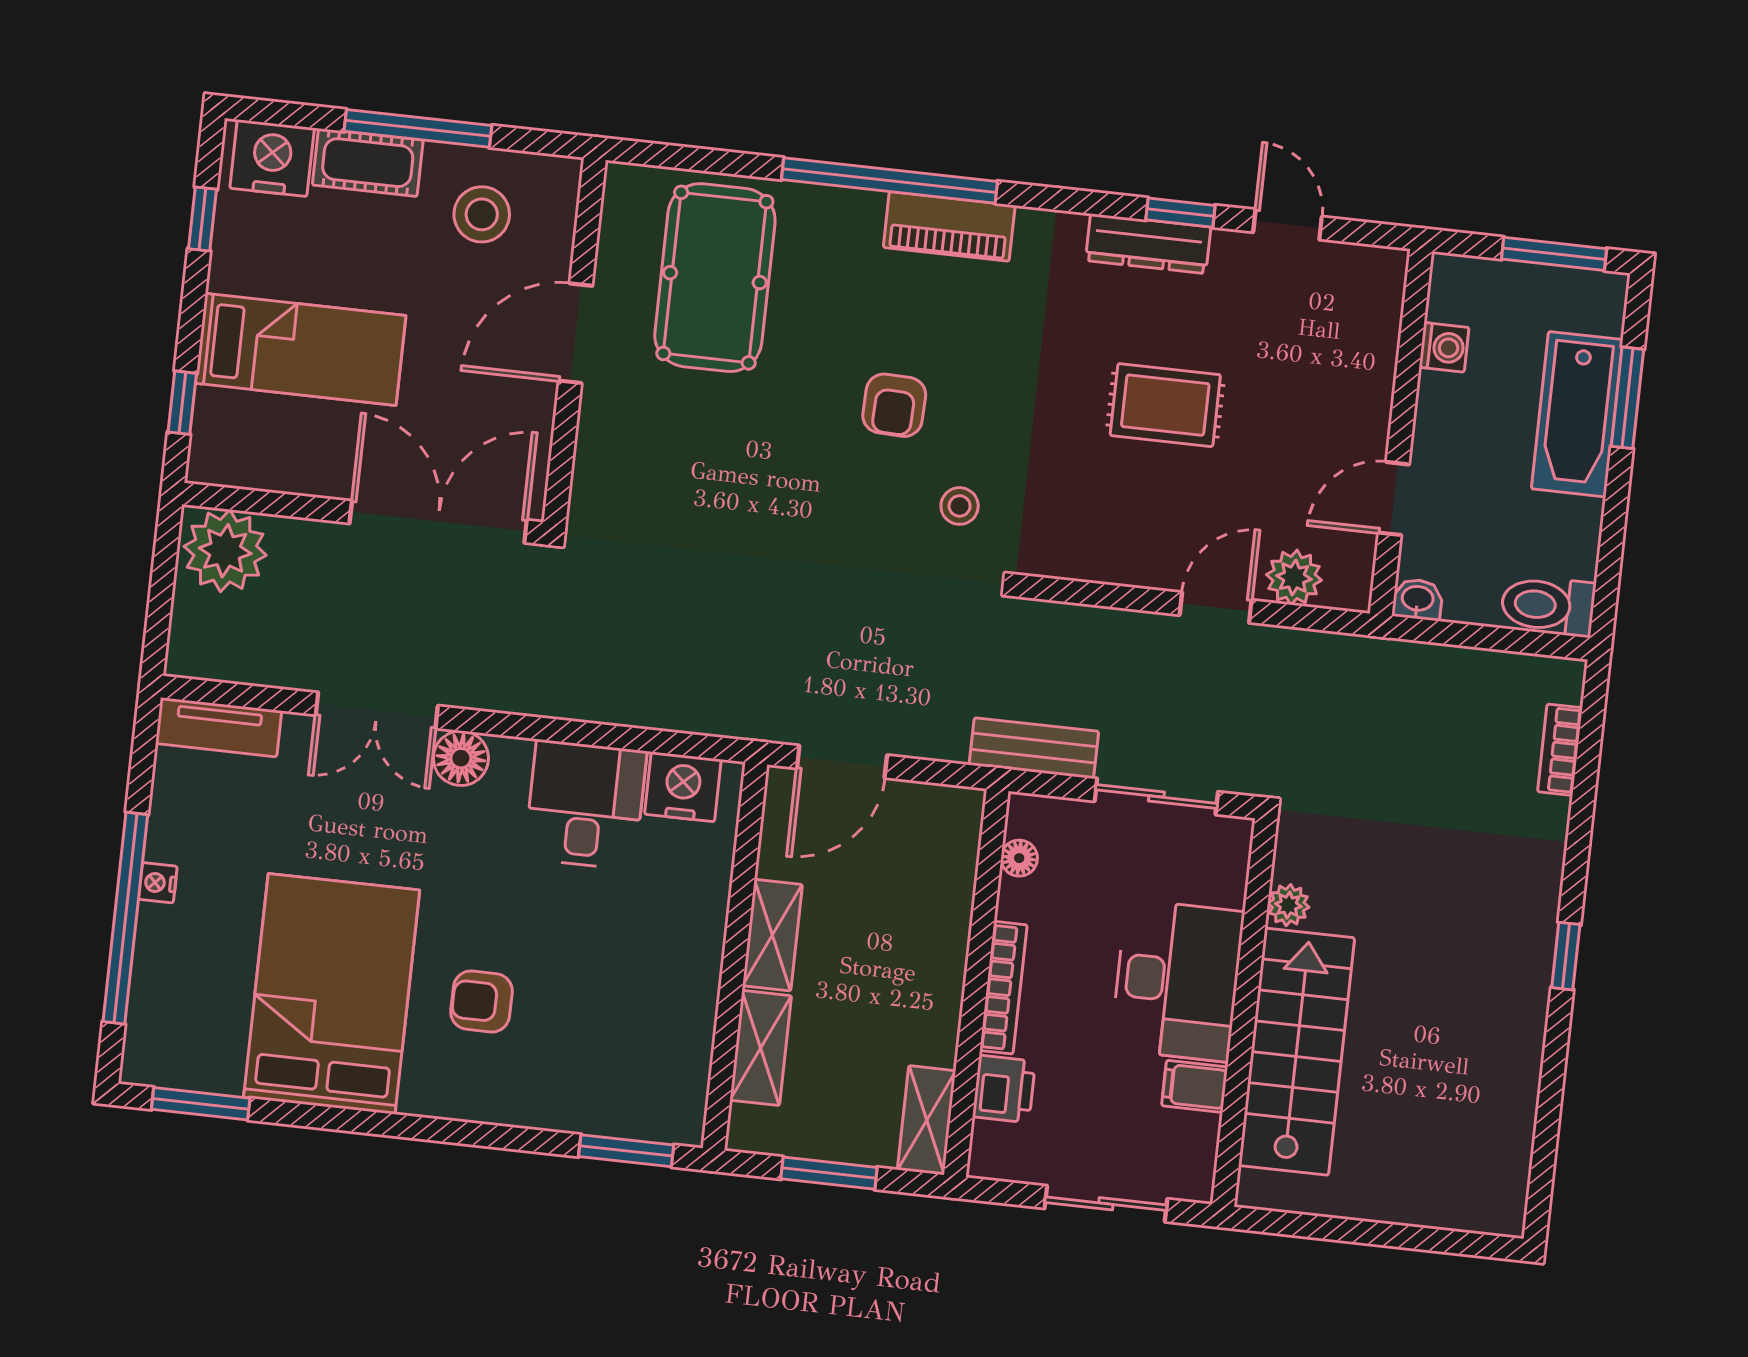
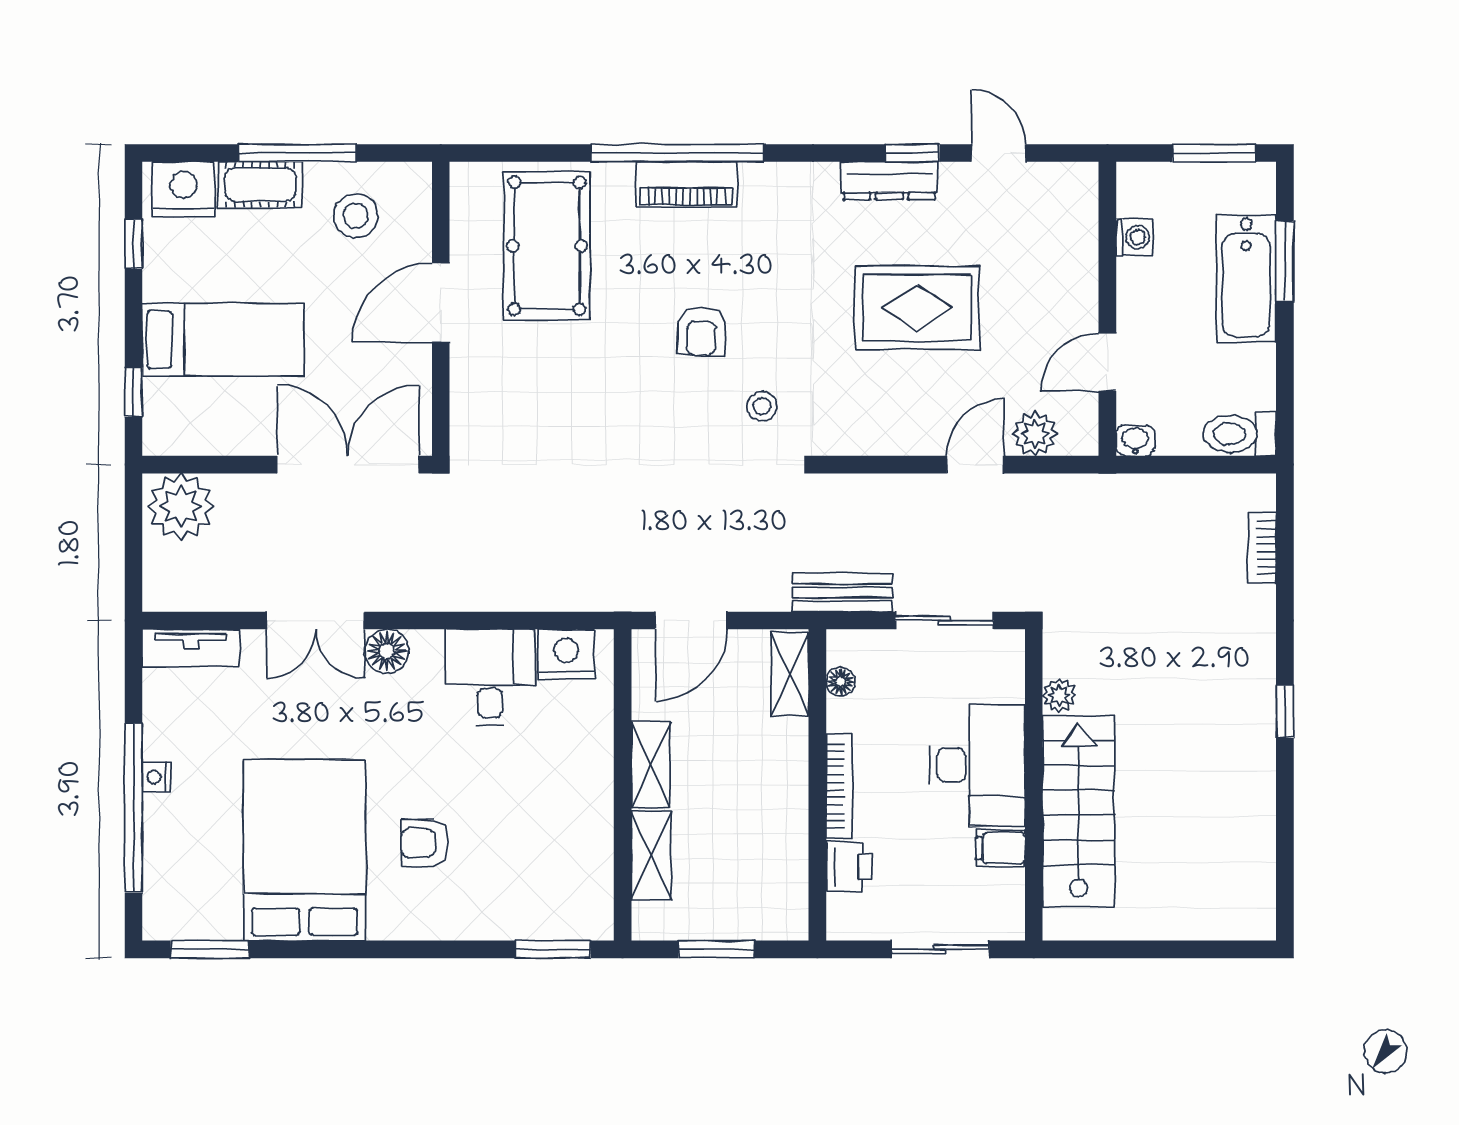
piano: (949, 226) -> (686, 184), moved
rug: (1165, 405) -> (917, 308), width x1.36, depth x1.43
shelving: (927, 1120) -> (790, 674), moved

